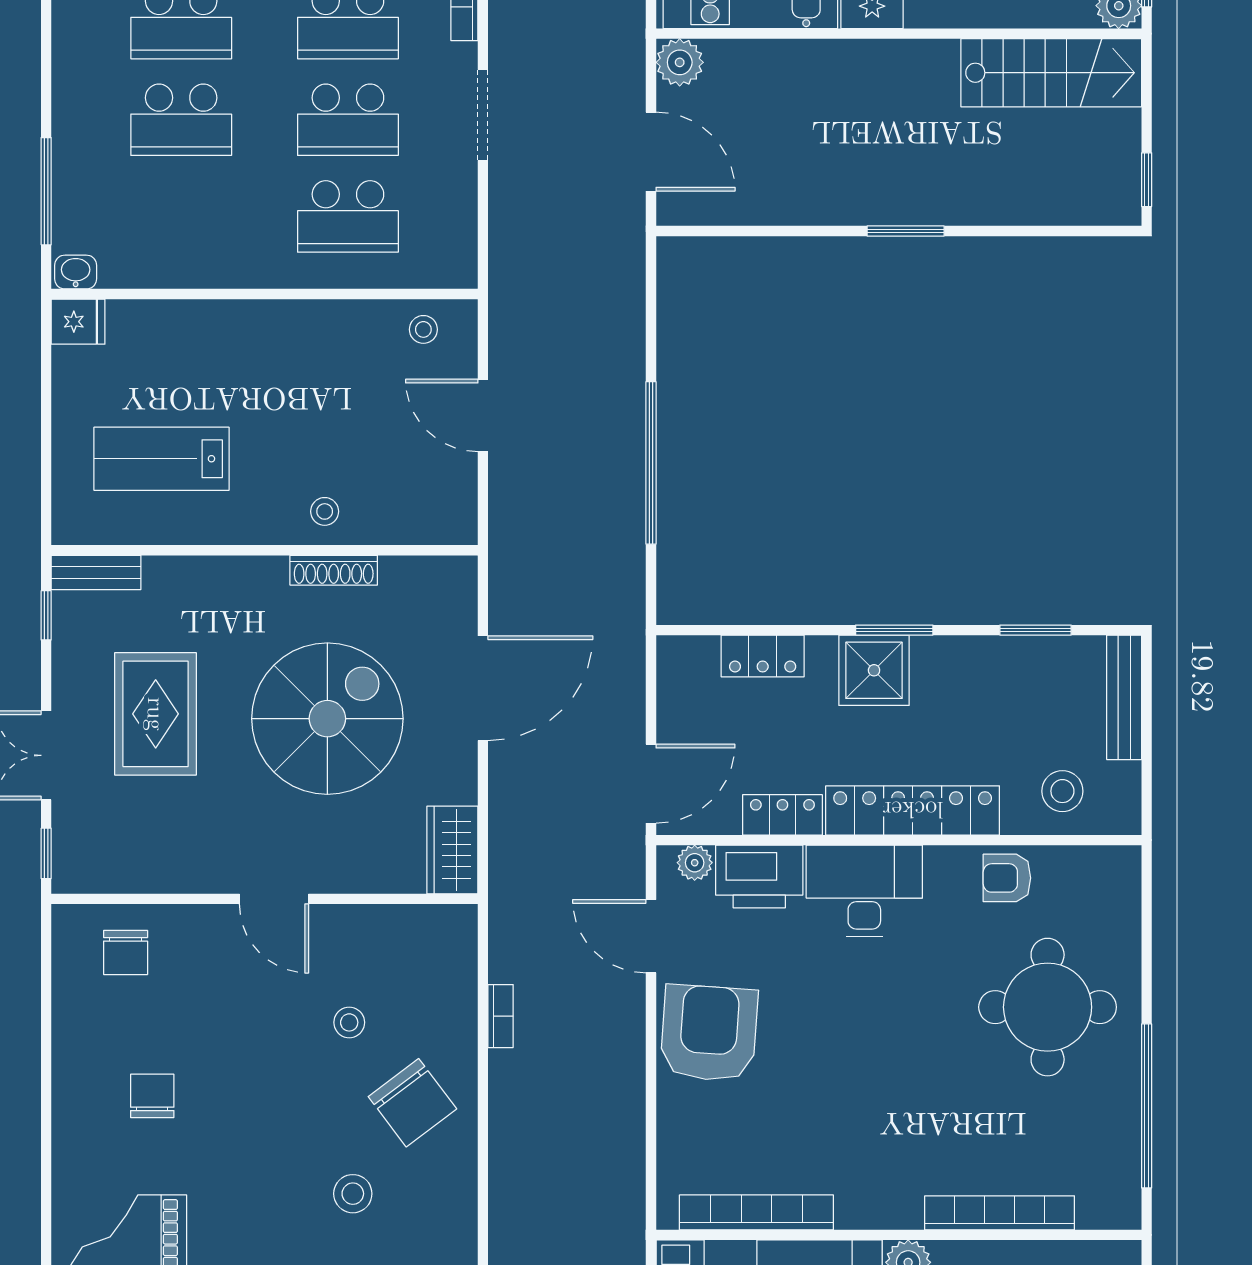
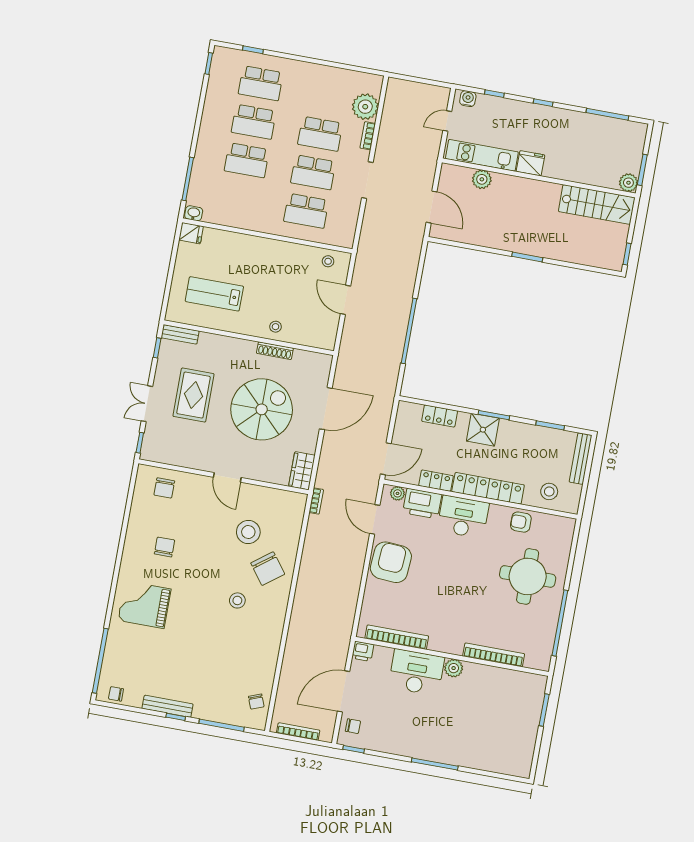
plant: (680, 62) -> (482, 179), moved
bookcase: (501, 1016) -> (316, 501), moved
stool: (349, 1022) -> (248, 532), width x1.89, depth x1.89

